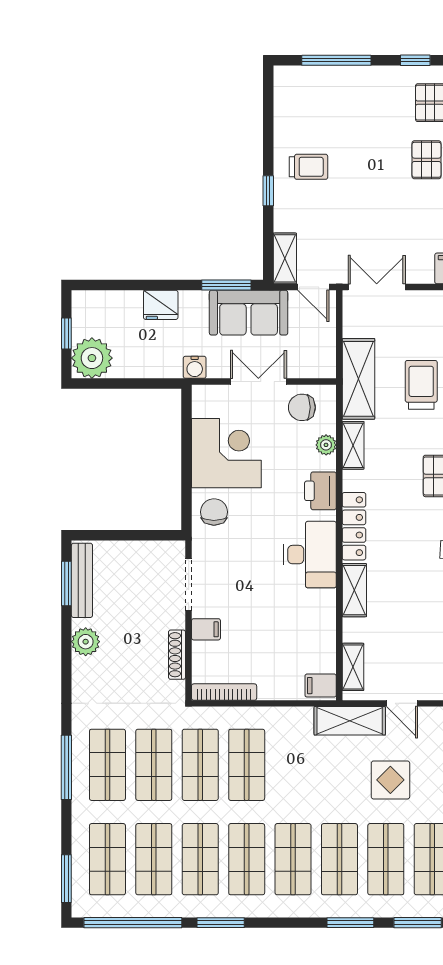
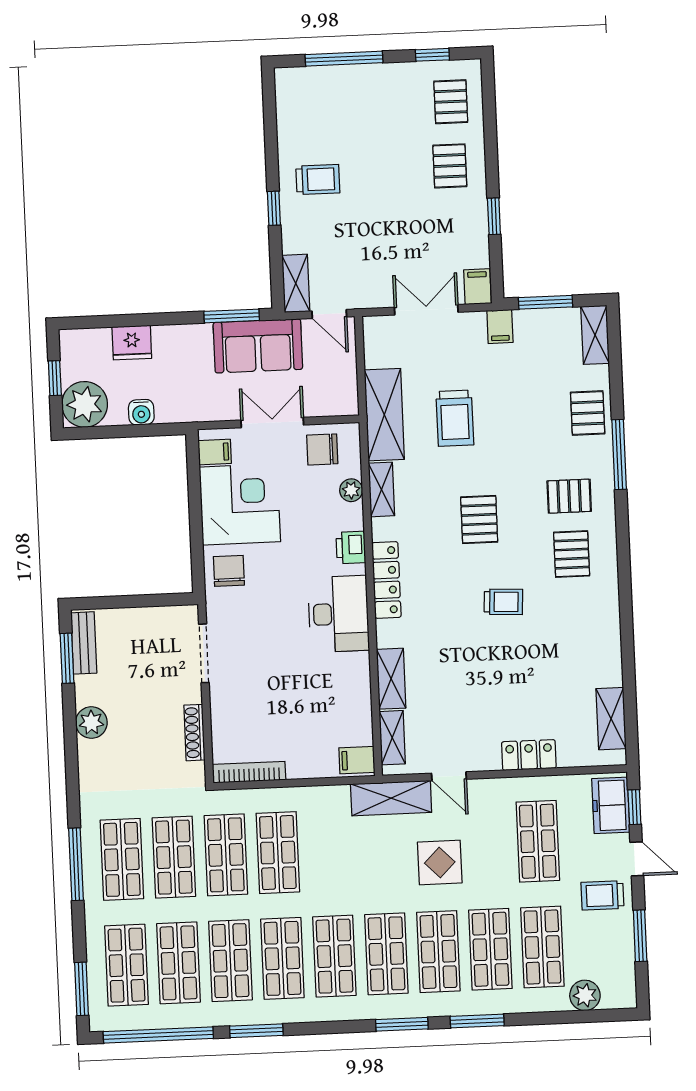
double door: (377, 287) -> (426, 310), moved
fridge: (161, 305) -> (132, 343), moved
water cooler: (195, 367) -> (141, 412), moved
trolley: (421, 385) -> (455, 418), turned 180
printer: (320, 491) -> (351, 548), width x0.73, depth x0.81
bench: (82, 580) -> (84, 643), width x0.73
shelving: (354, 590) -> (391, 679), moved
filing cabinet: (206, 629) -> (215, 452), moved

